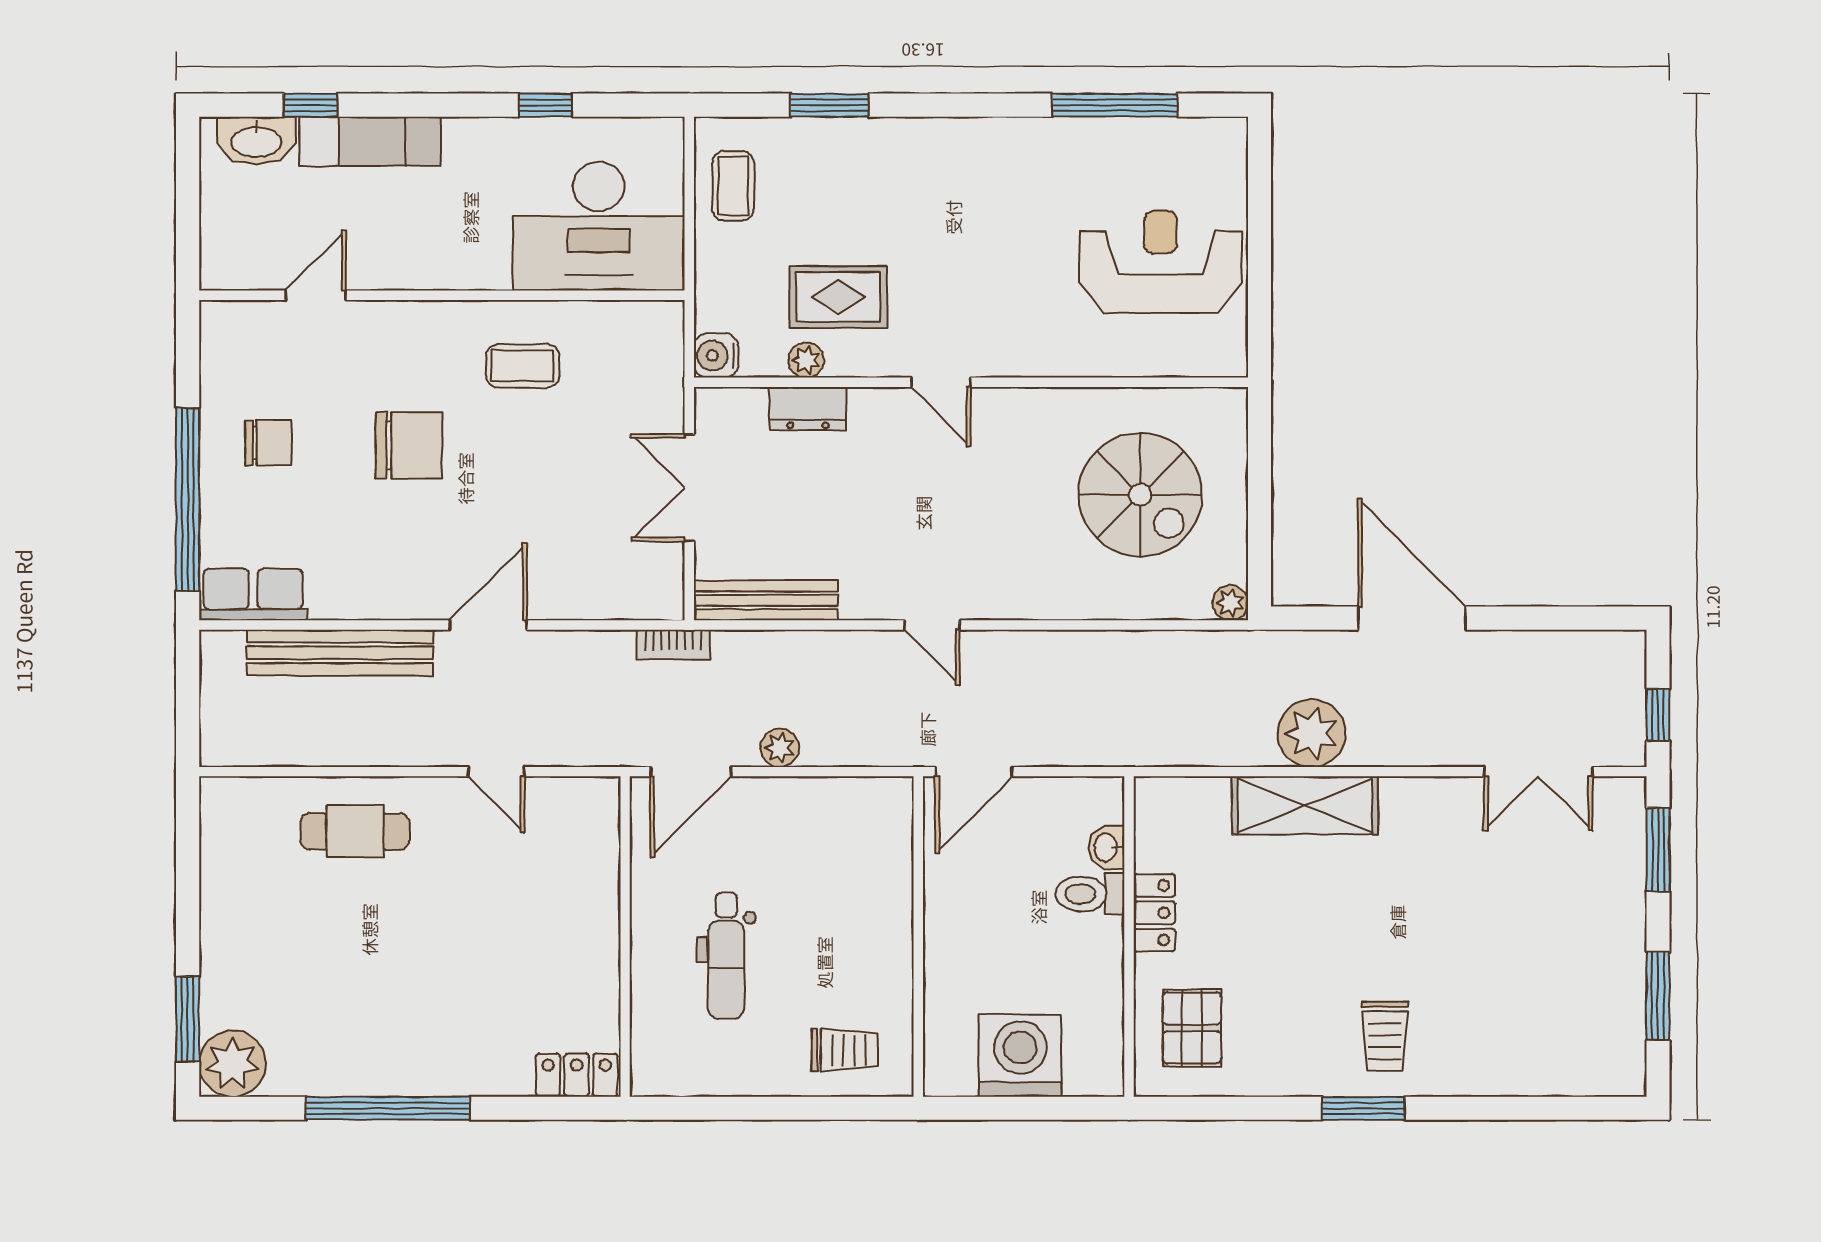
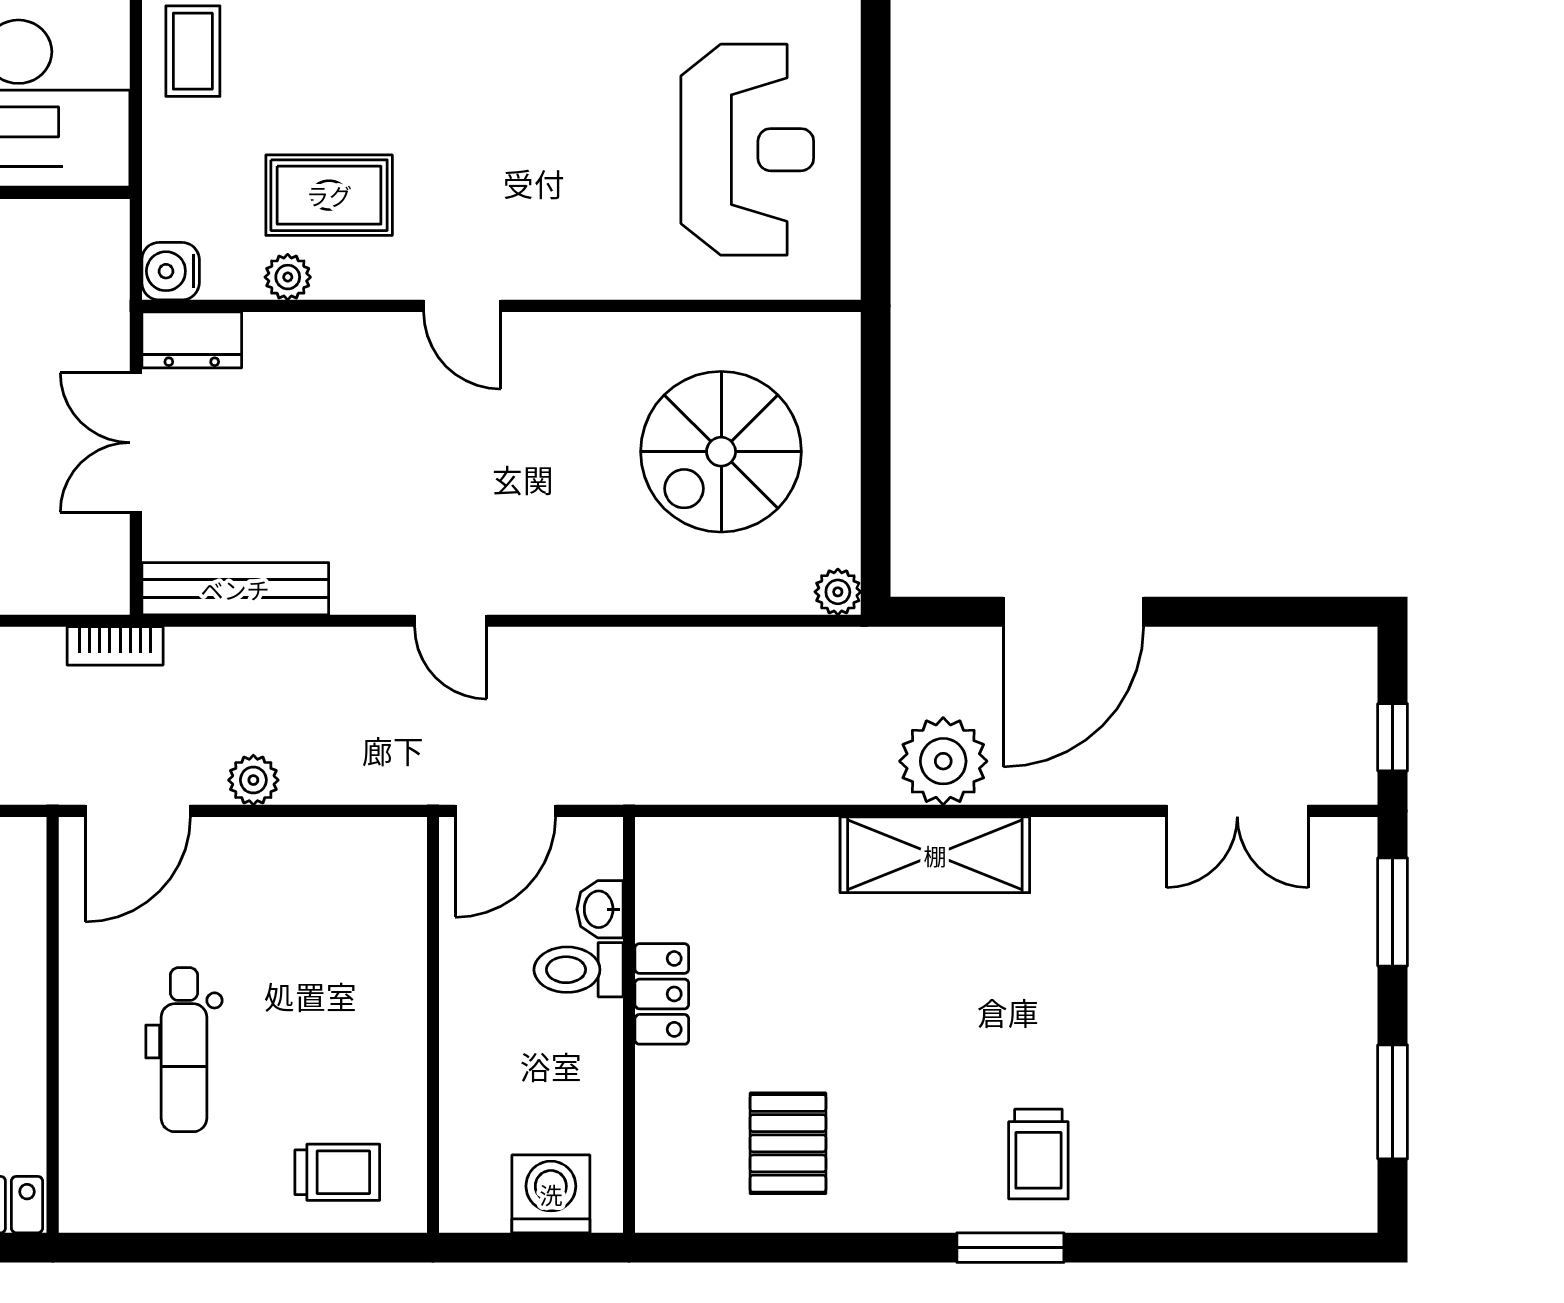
reception desk: (1161, 262) -> (747, 150), turned 90
dresser: (808, 409) -> (192, 340), moved
spiral stairs: (1140, 495) -> (721, 452), turned 90
door: (1412, 618) -> (1073, 612), swing flipped
washbasin: (1107, 847) -> (600, 909), moved
toilet: (1090, 894) -> (579, 970), moved
locker: (1154, 913) -> (662, 994), moved
wall: (1129, 937) -> (629, 1025), moved
washing machine: (1020, 1056) -> (551, 1194), width x0.73, depth x0.73

